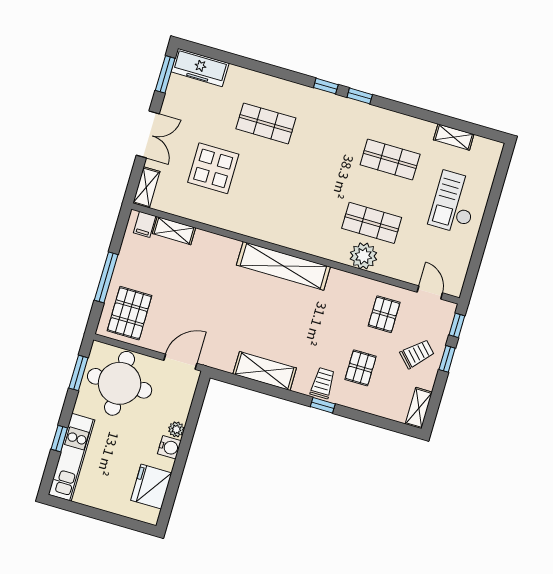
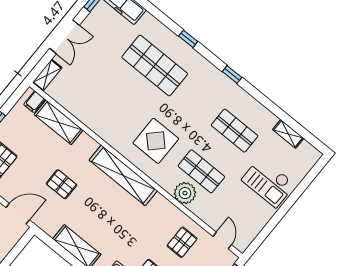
window: (326, 86) -> (188, 39), moved
shop shelf: (266, 123) -> (155, 65), width x1.43, depth x1.36
display table: (213, 168) -> (156, 141), moved
checkout: (454, 202) -> (268, 182), turned -90
shelving: (174, 231) -> (59, 122), width x1.50, depth x1.33
pallet: (216, 306) -> (61, 184), added

